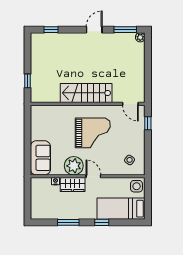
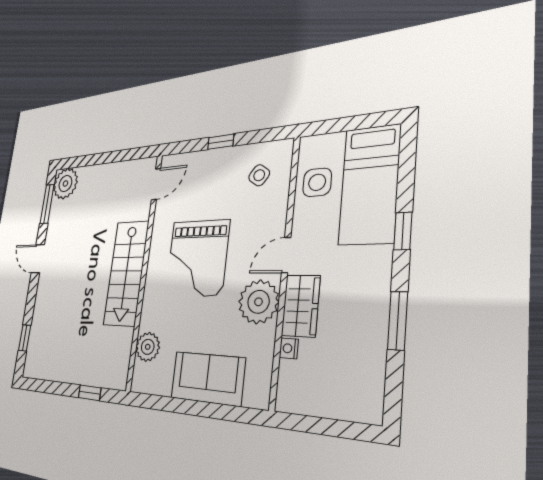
plant: (140, 37) -> (65, 184), width x1.88, depth x1.88
plant: (52, 112) -> (148, 347), added
window: (148, 123) -> (221, 142), moved
grand piano: (93, 133) -> (197, 258), turned 180
sofa: (40, 158) -> (207, 378), moved
side table: (137, 186) -> (317, 182), moved

